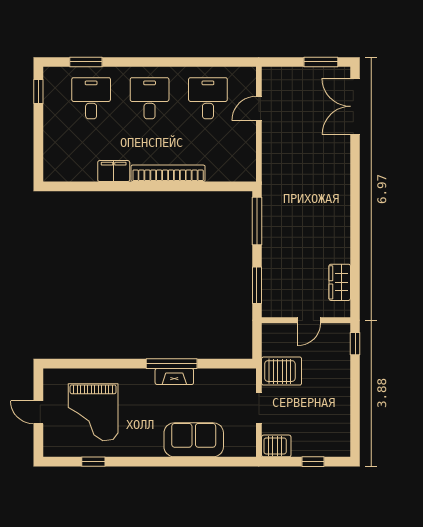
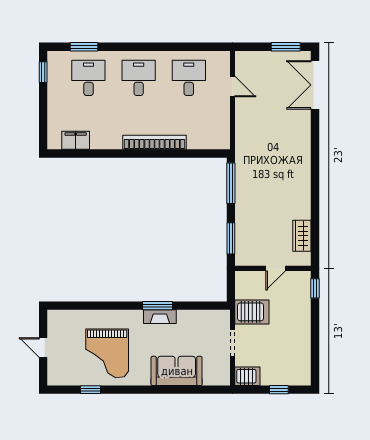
door: (259, 108) -> (232, 87), swing flipped
filing cabinet: (114, 171) -> (76, 140), moved
window: (172, 364) -> (158, 306), width x0.69
grand piano: (93, 412) -> (107, 353), moved

